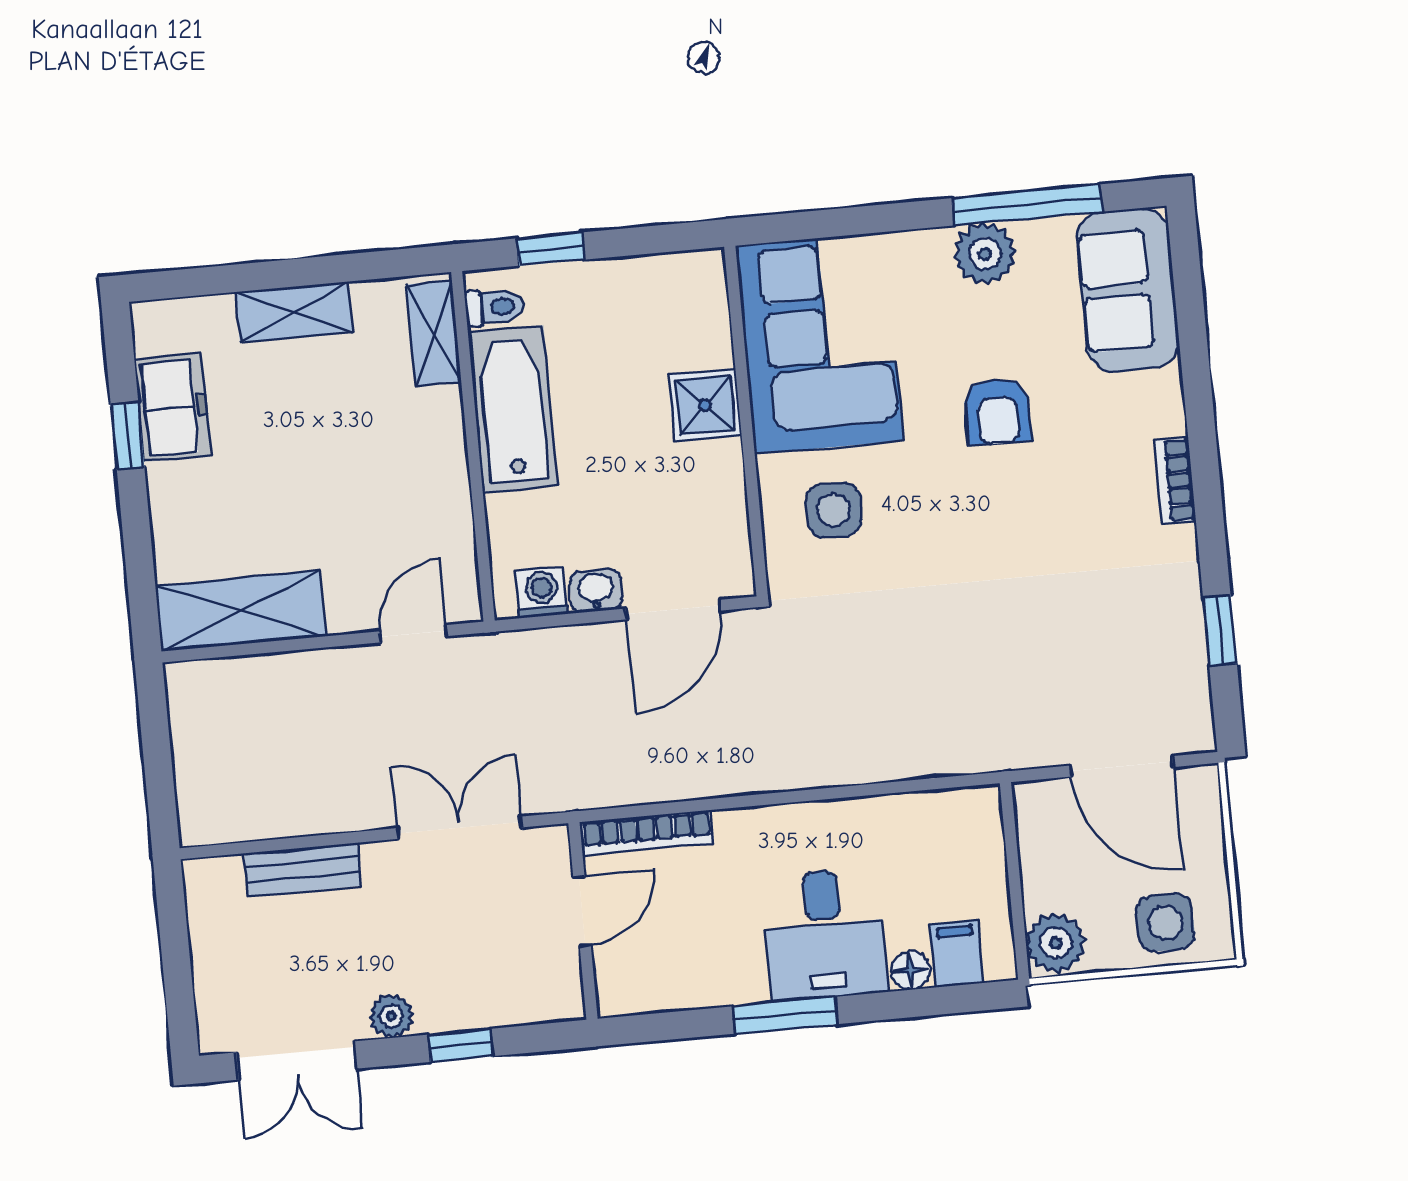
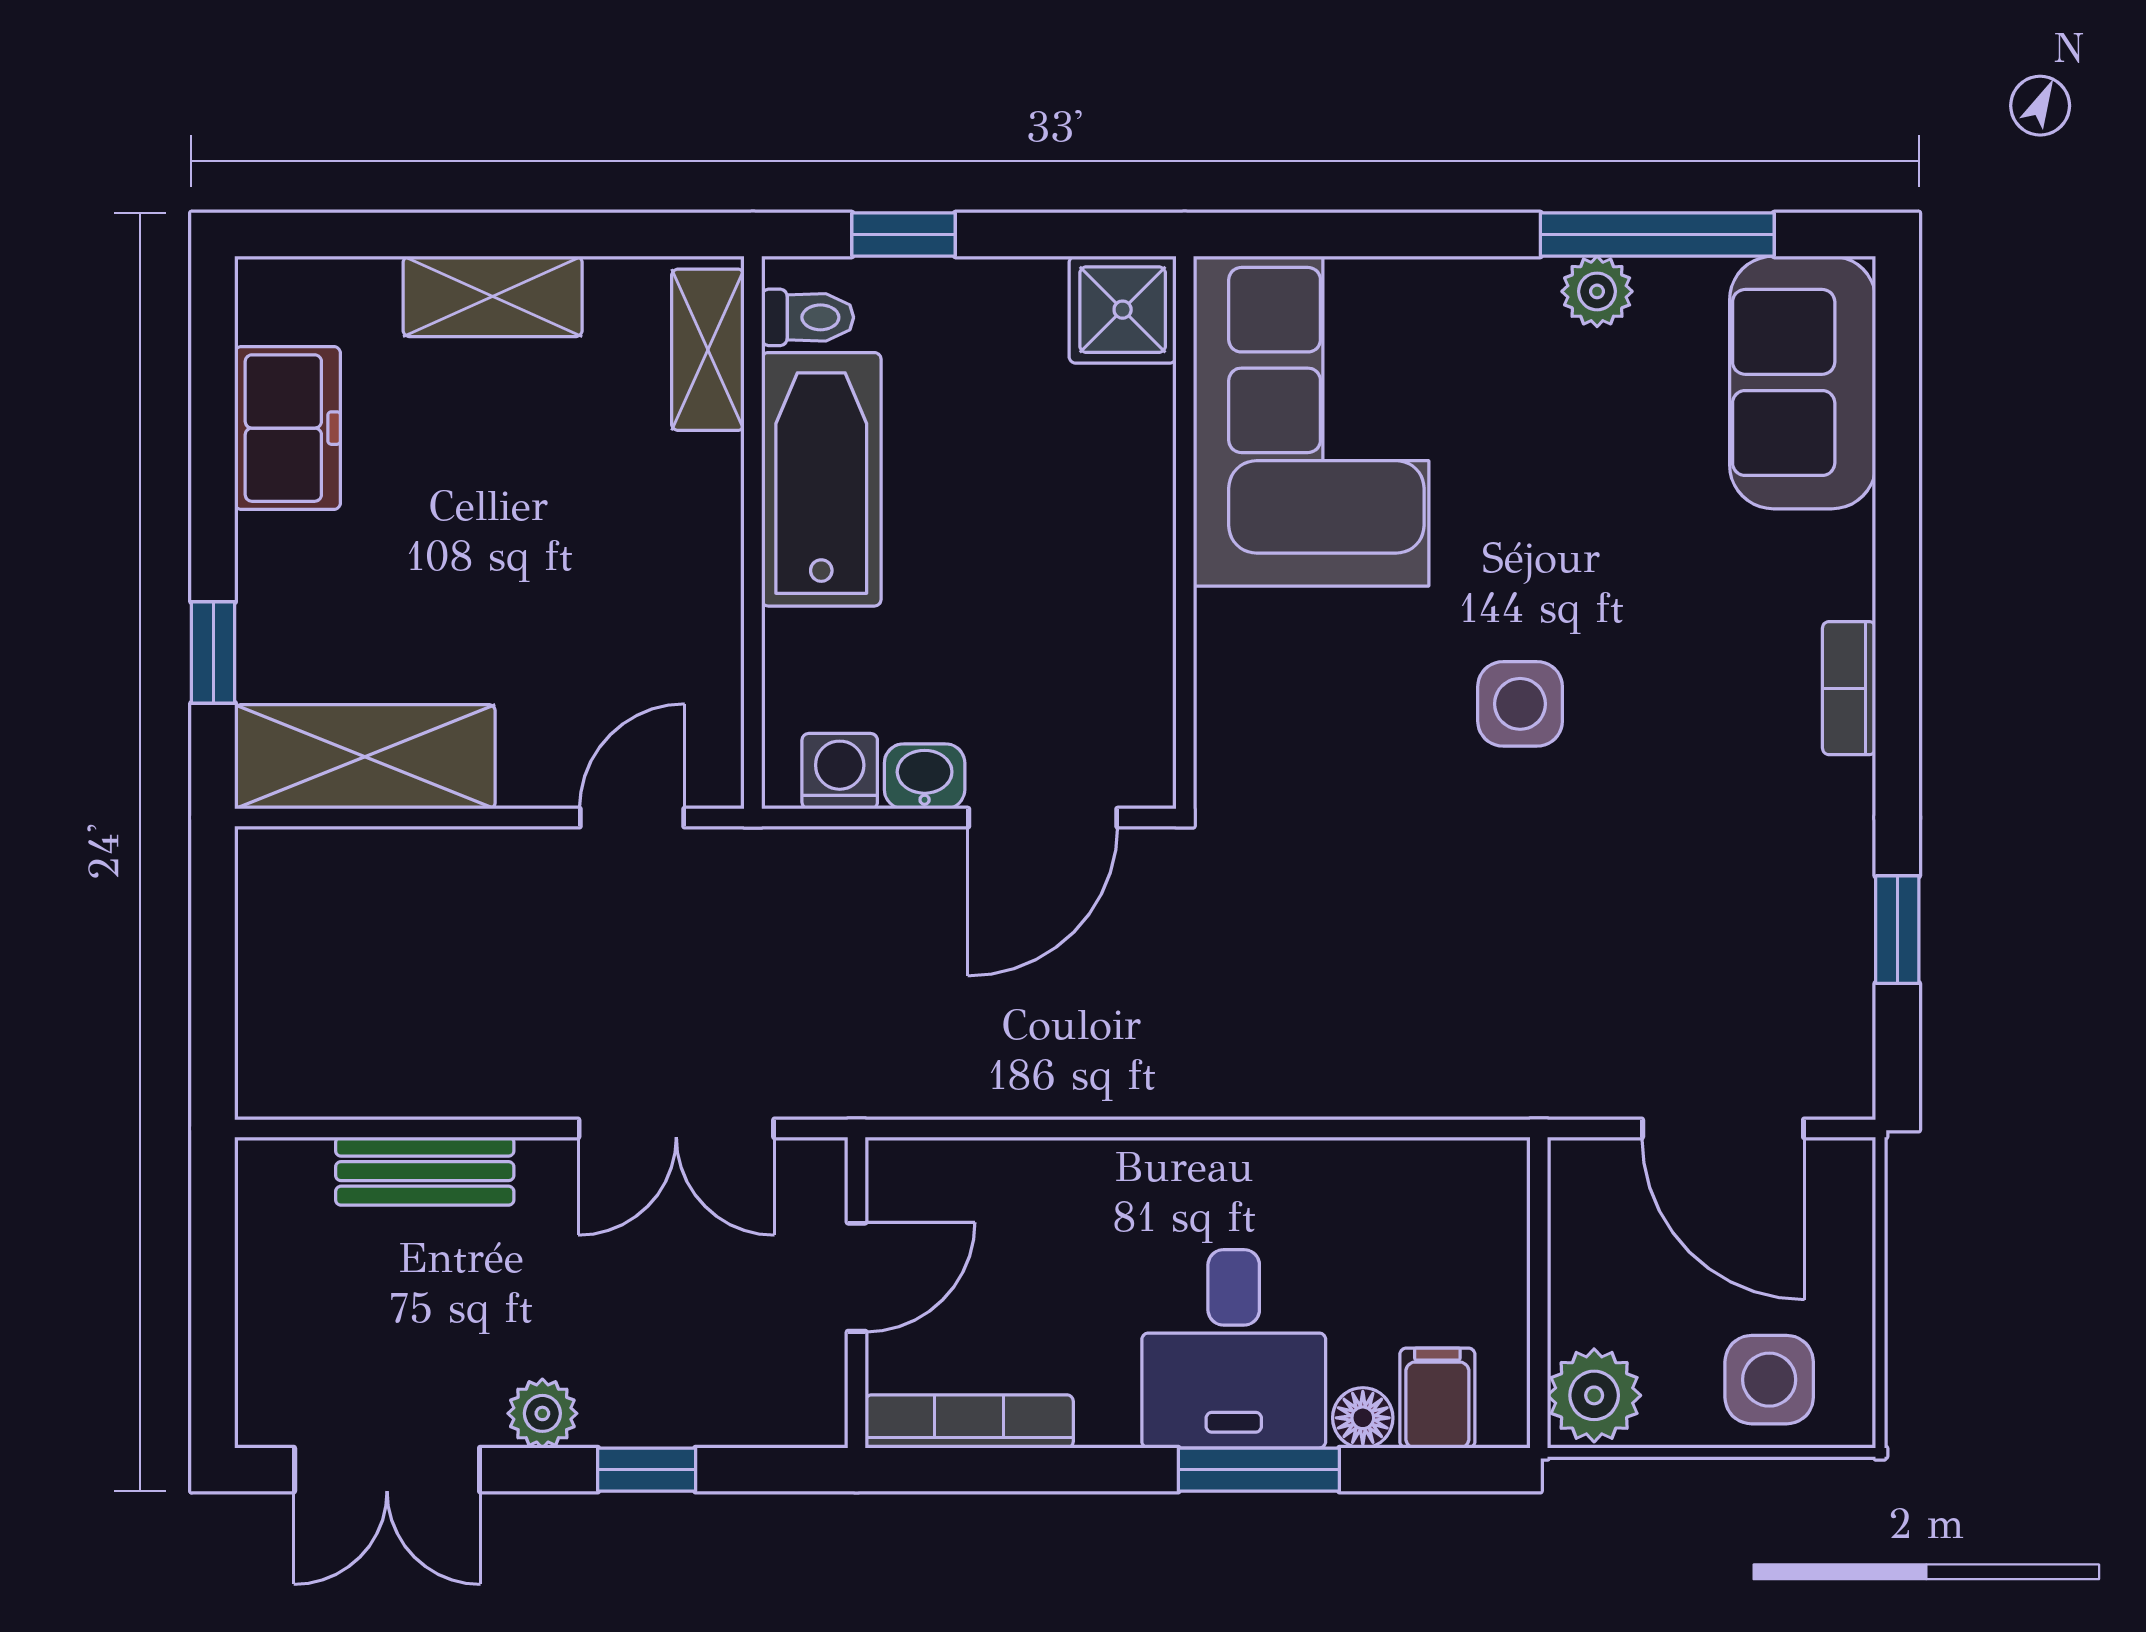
plant: (985, 253) -> (1597, 291), width x0.73, depth x0.73
shower: (705, 405) -> (1123, 310), moved
armchair: (998, 412) -> (1580, 555), removed
window: (127, 436) -> (213, 653), moved
side table: (834, 510) -> (1520, 704), moved
double door: (459, 828) -> (676, 1128), swing flipped
bookcase: (647, 833) -> (969, 1421), moved, turned 180
window: (785, 1015) -> (1259, 1470), moved

